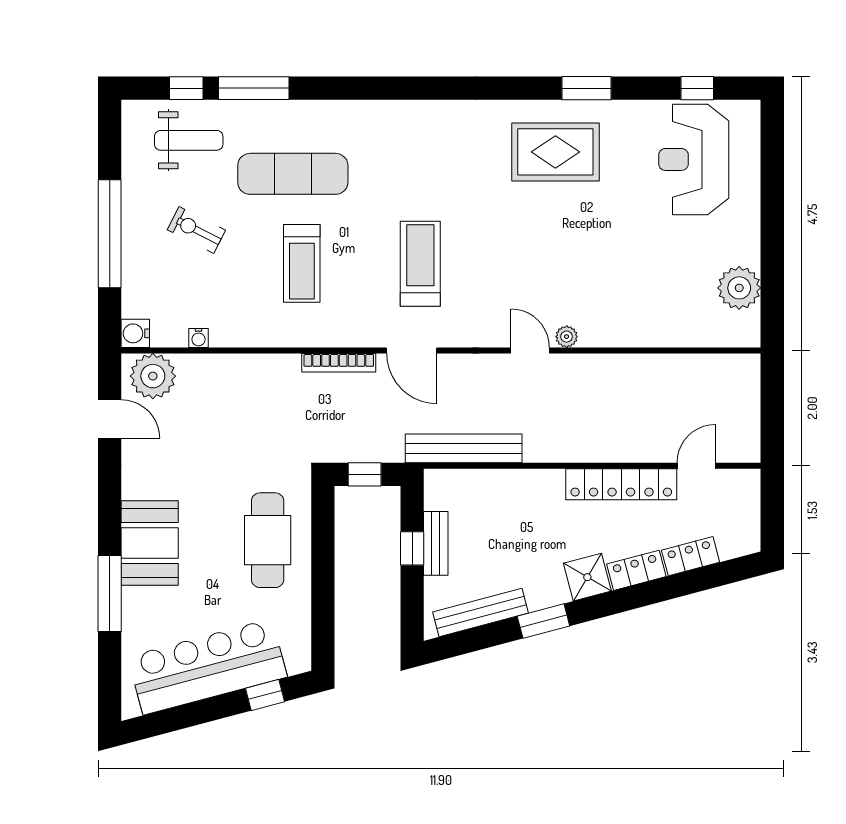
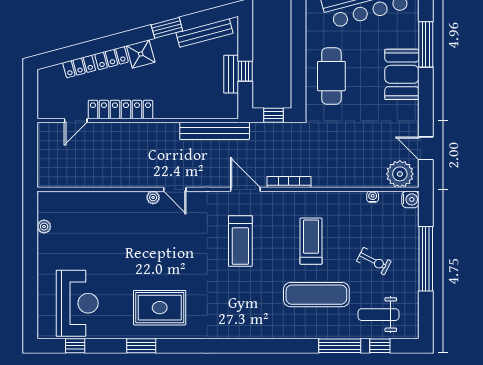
plant: (739, 288) -> (44, 227), width x0.53, depth x0.53

